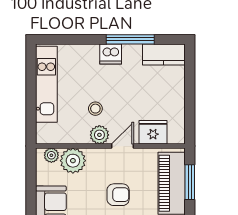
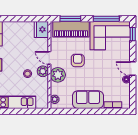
fridge: (153, 132) -> (41, 29), moved
plant: (73, 161) -> (58, 75), moved

